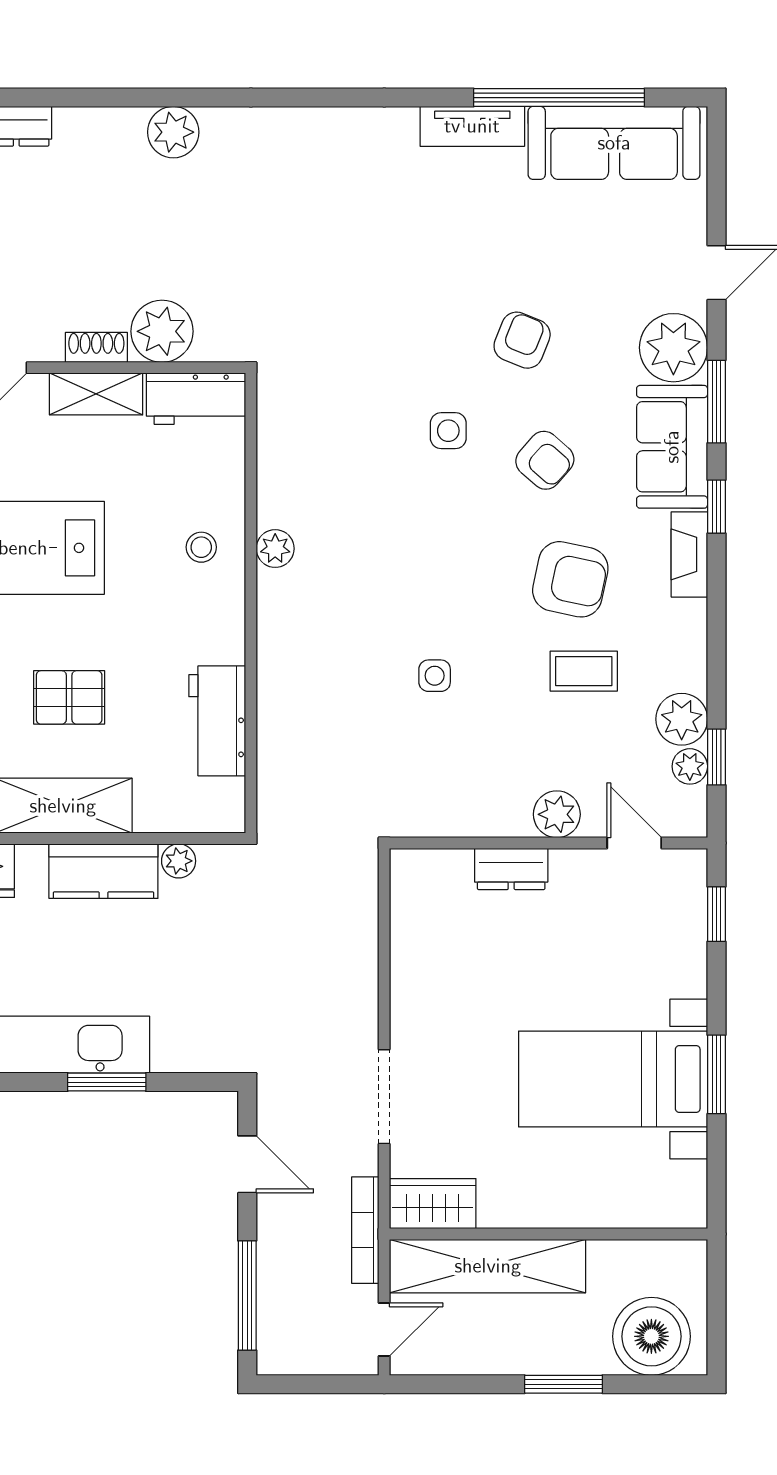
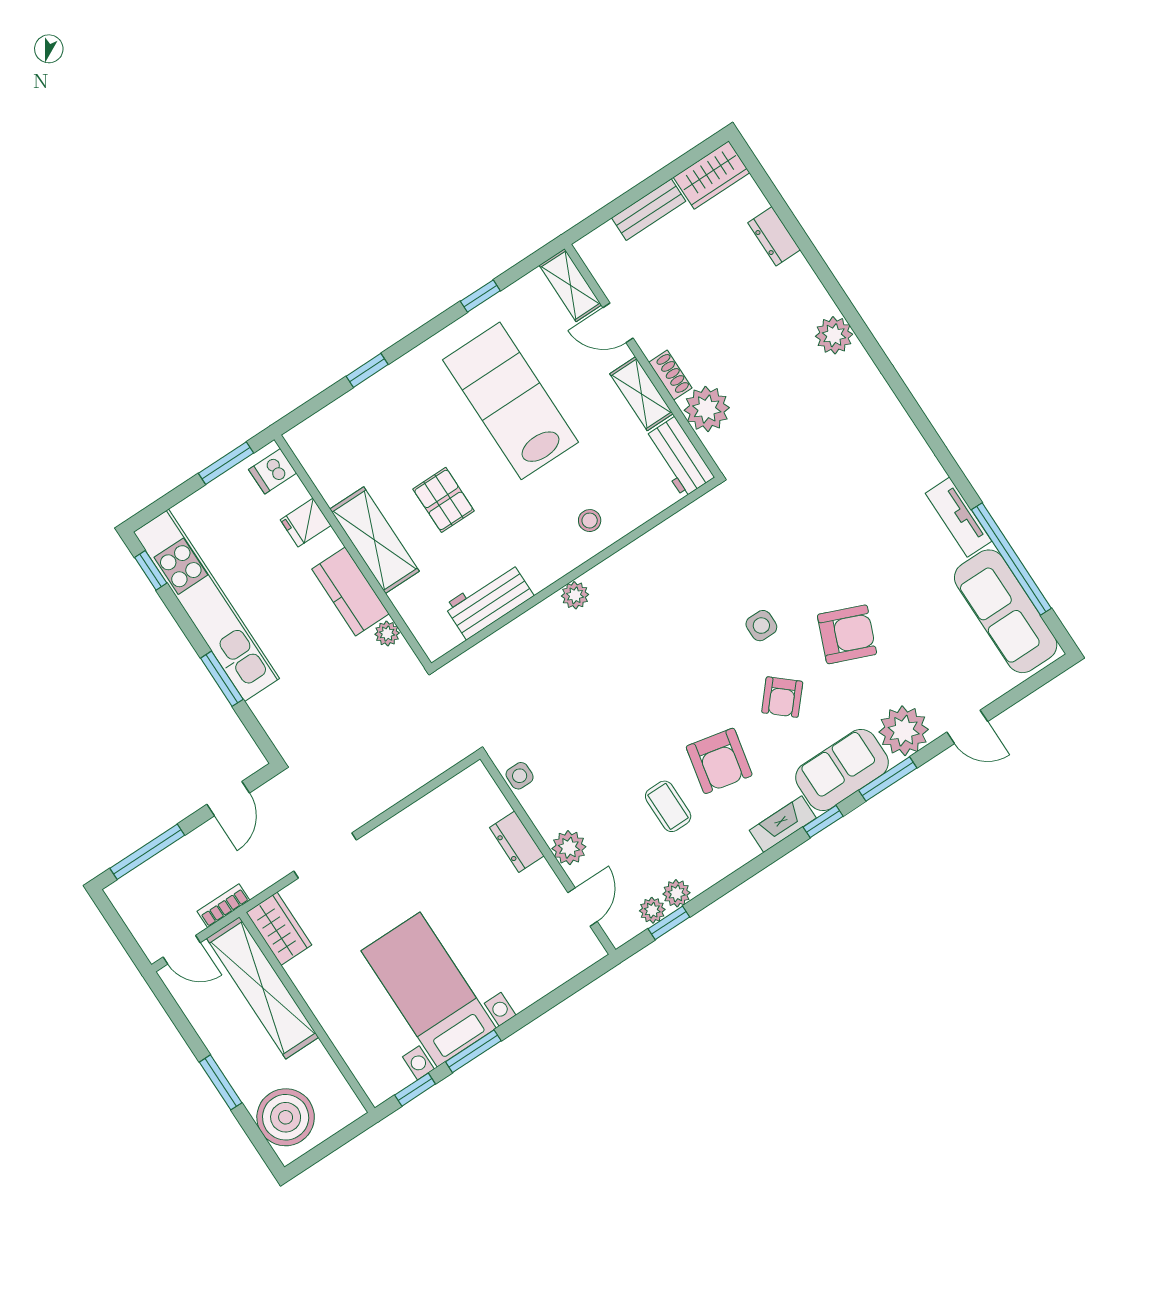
armchair: (522, 340) -> (847, 634), width x1.38, depth x1.38
plant: (275, 549) -> (575, 595), moved
side table: (435, 676) -> (520, 776), moved
plant: (682, 719) -> (677, 893), width x0.73, depth x0.73
window: (716, 914) -> (415, 1090), moved
bookcase: (365, 1230) -> (223, 906), width x0.64

